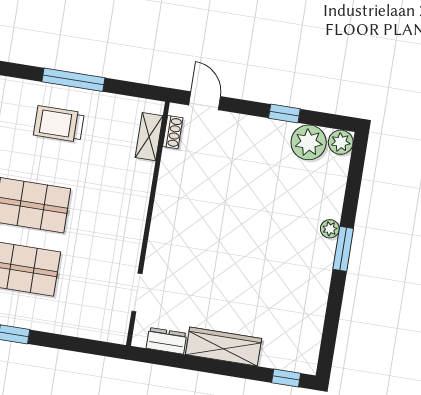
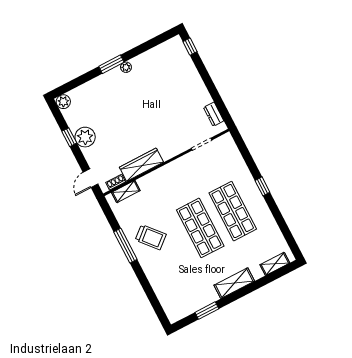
trolley: (59, 124) -> (151, 237), turned -41
plant: (309, 142) -> (85, 137), moved
plant: (330, 229) -> (126, 67), moved
wardrobe: (224, 346) -> (141, 165), moved, turned 90

